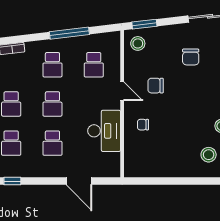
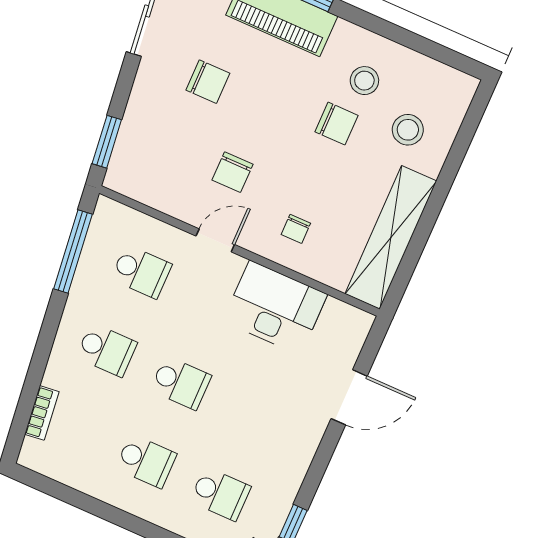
window: (69, 33) -> (73, 252), moved
stool: (138, 43) -> (138, 171), removed
chair: (197, 122) -> (336, 124), added
school desk: (52, 143) -> (255, 416), removed
shelving: (158, 168) -> (391, 237), added

